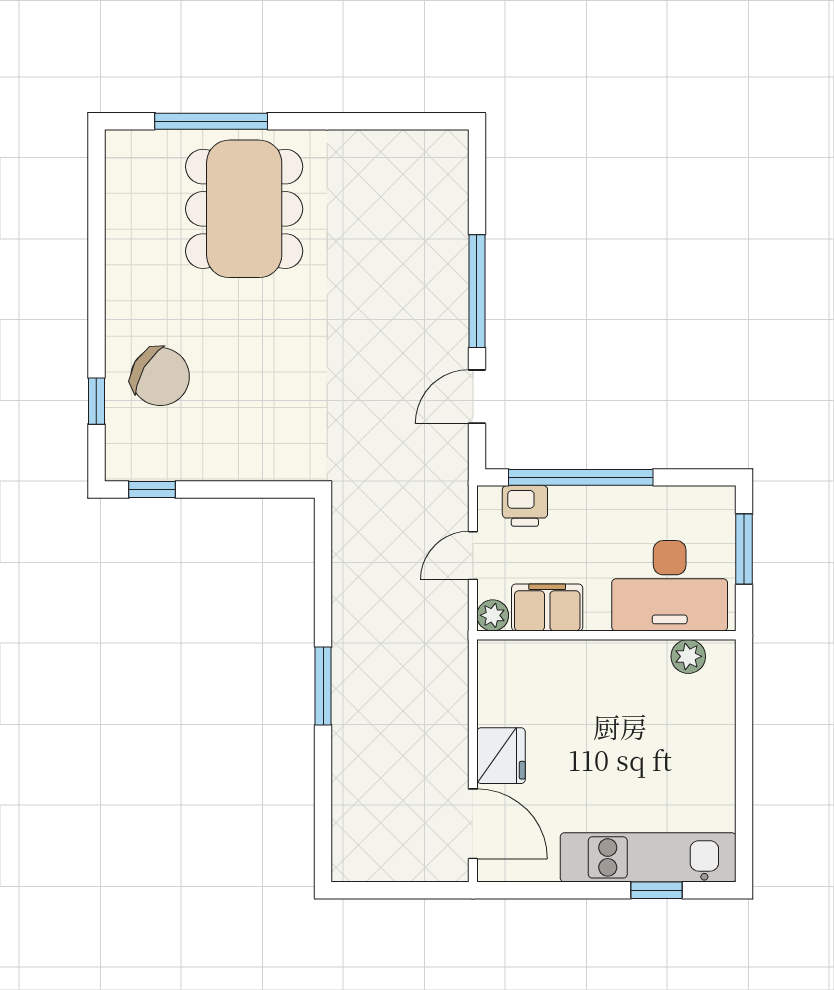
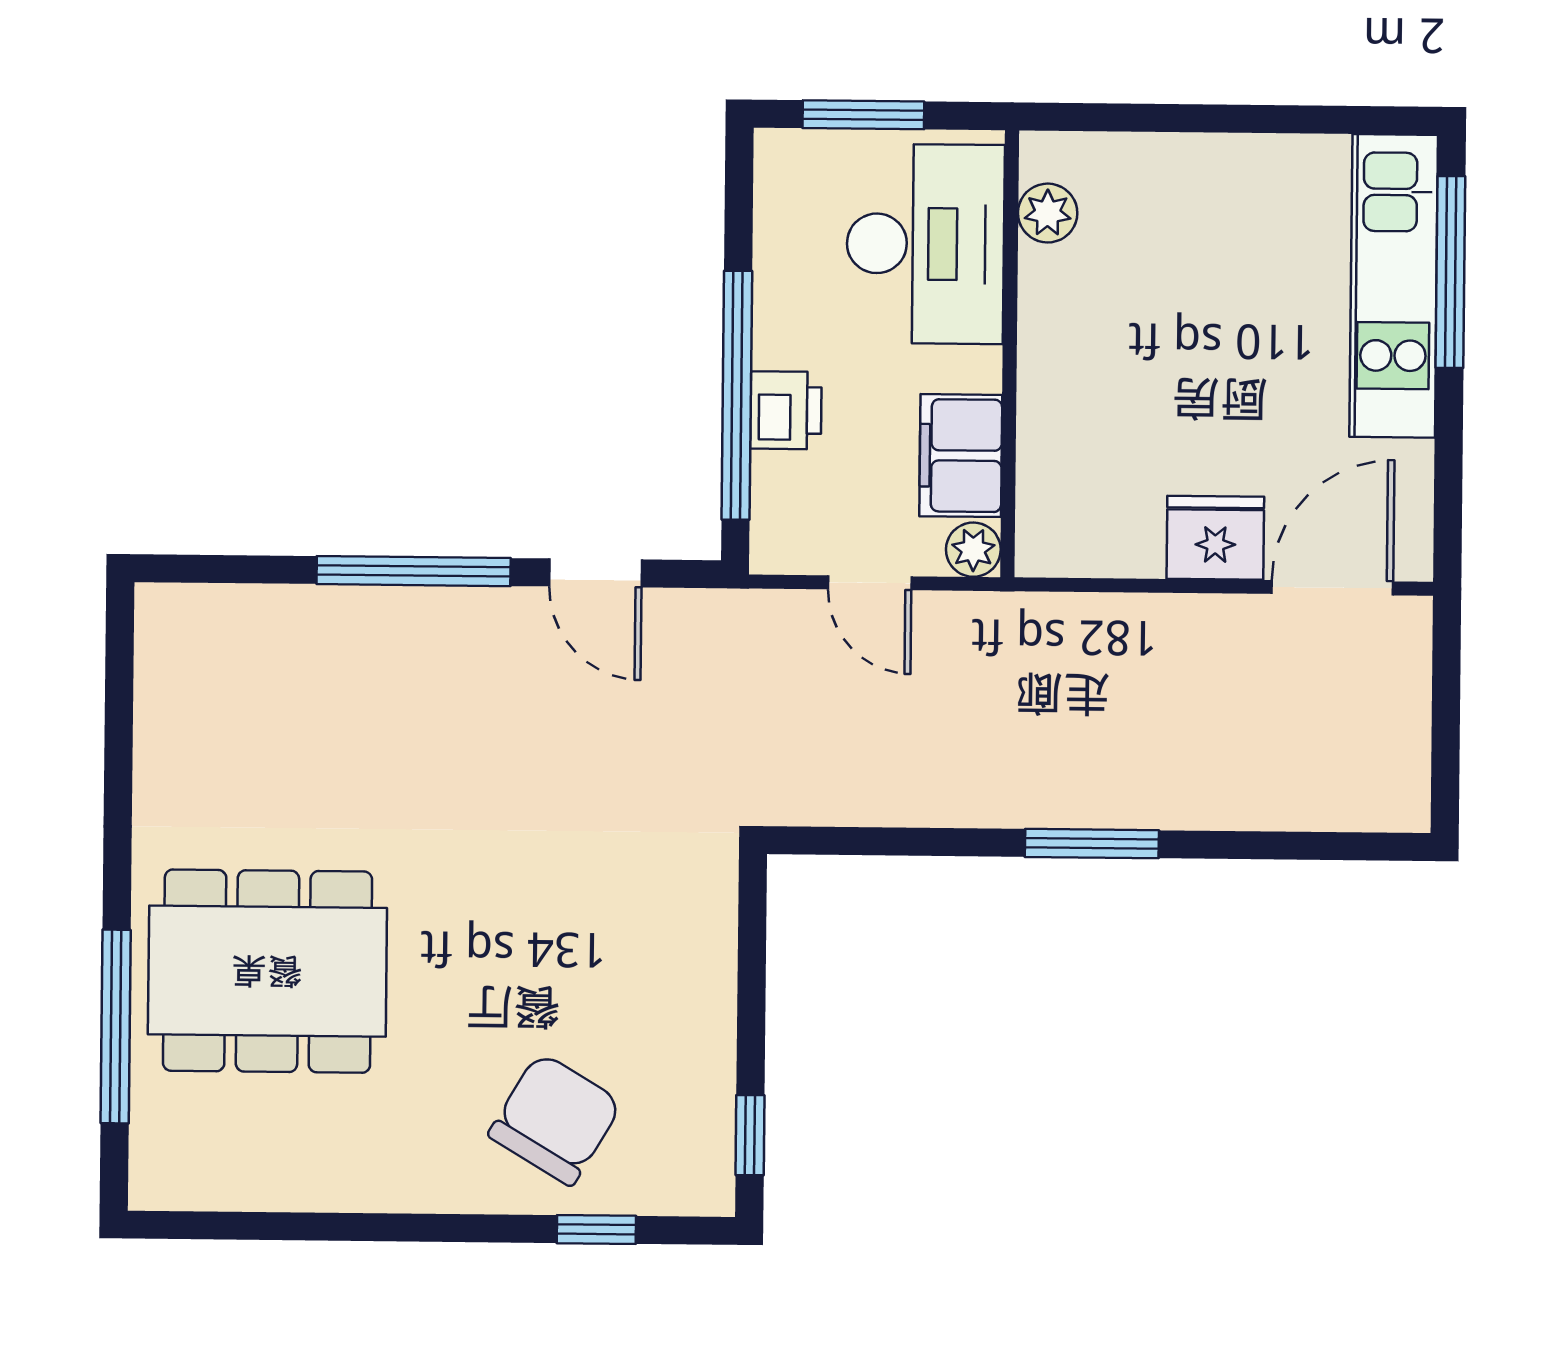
printer: (525, 506) -> (786, 410), moved
window: (657, 890) -> (1450, 272), width x2.17

